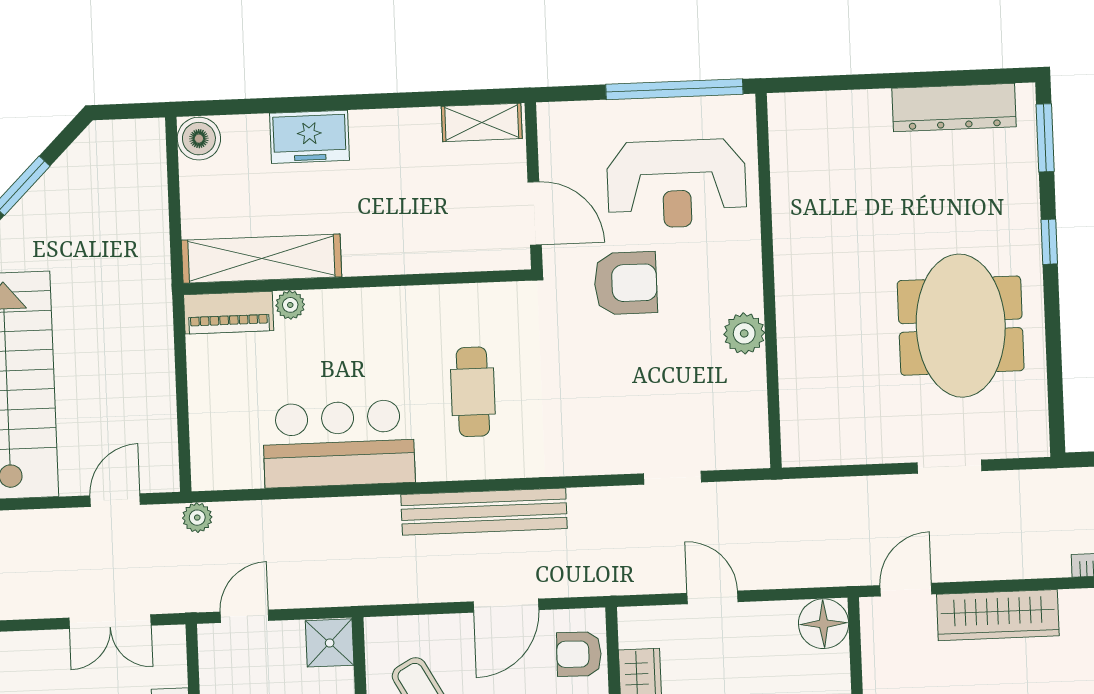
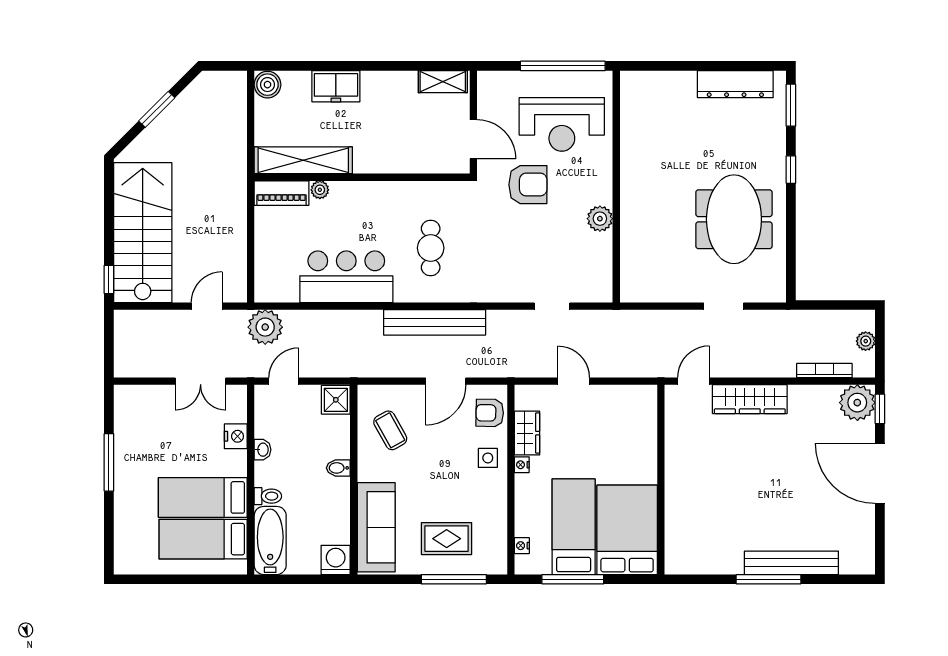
plant: (197, 518) -> (265, 327), width x1.87, depth x1.87
floor lamp: (824, 624) -> (642, 400), removed

